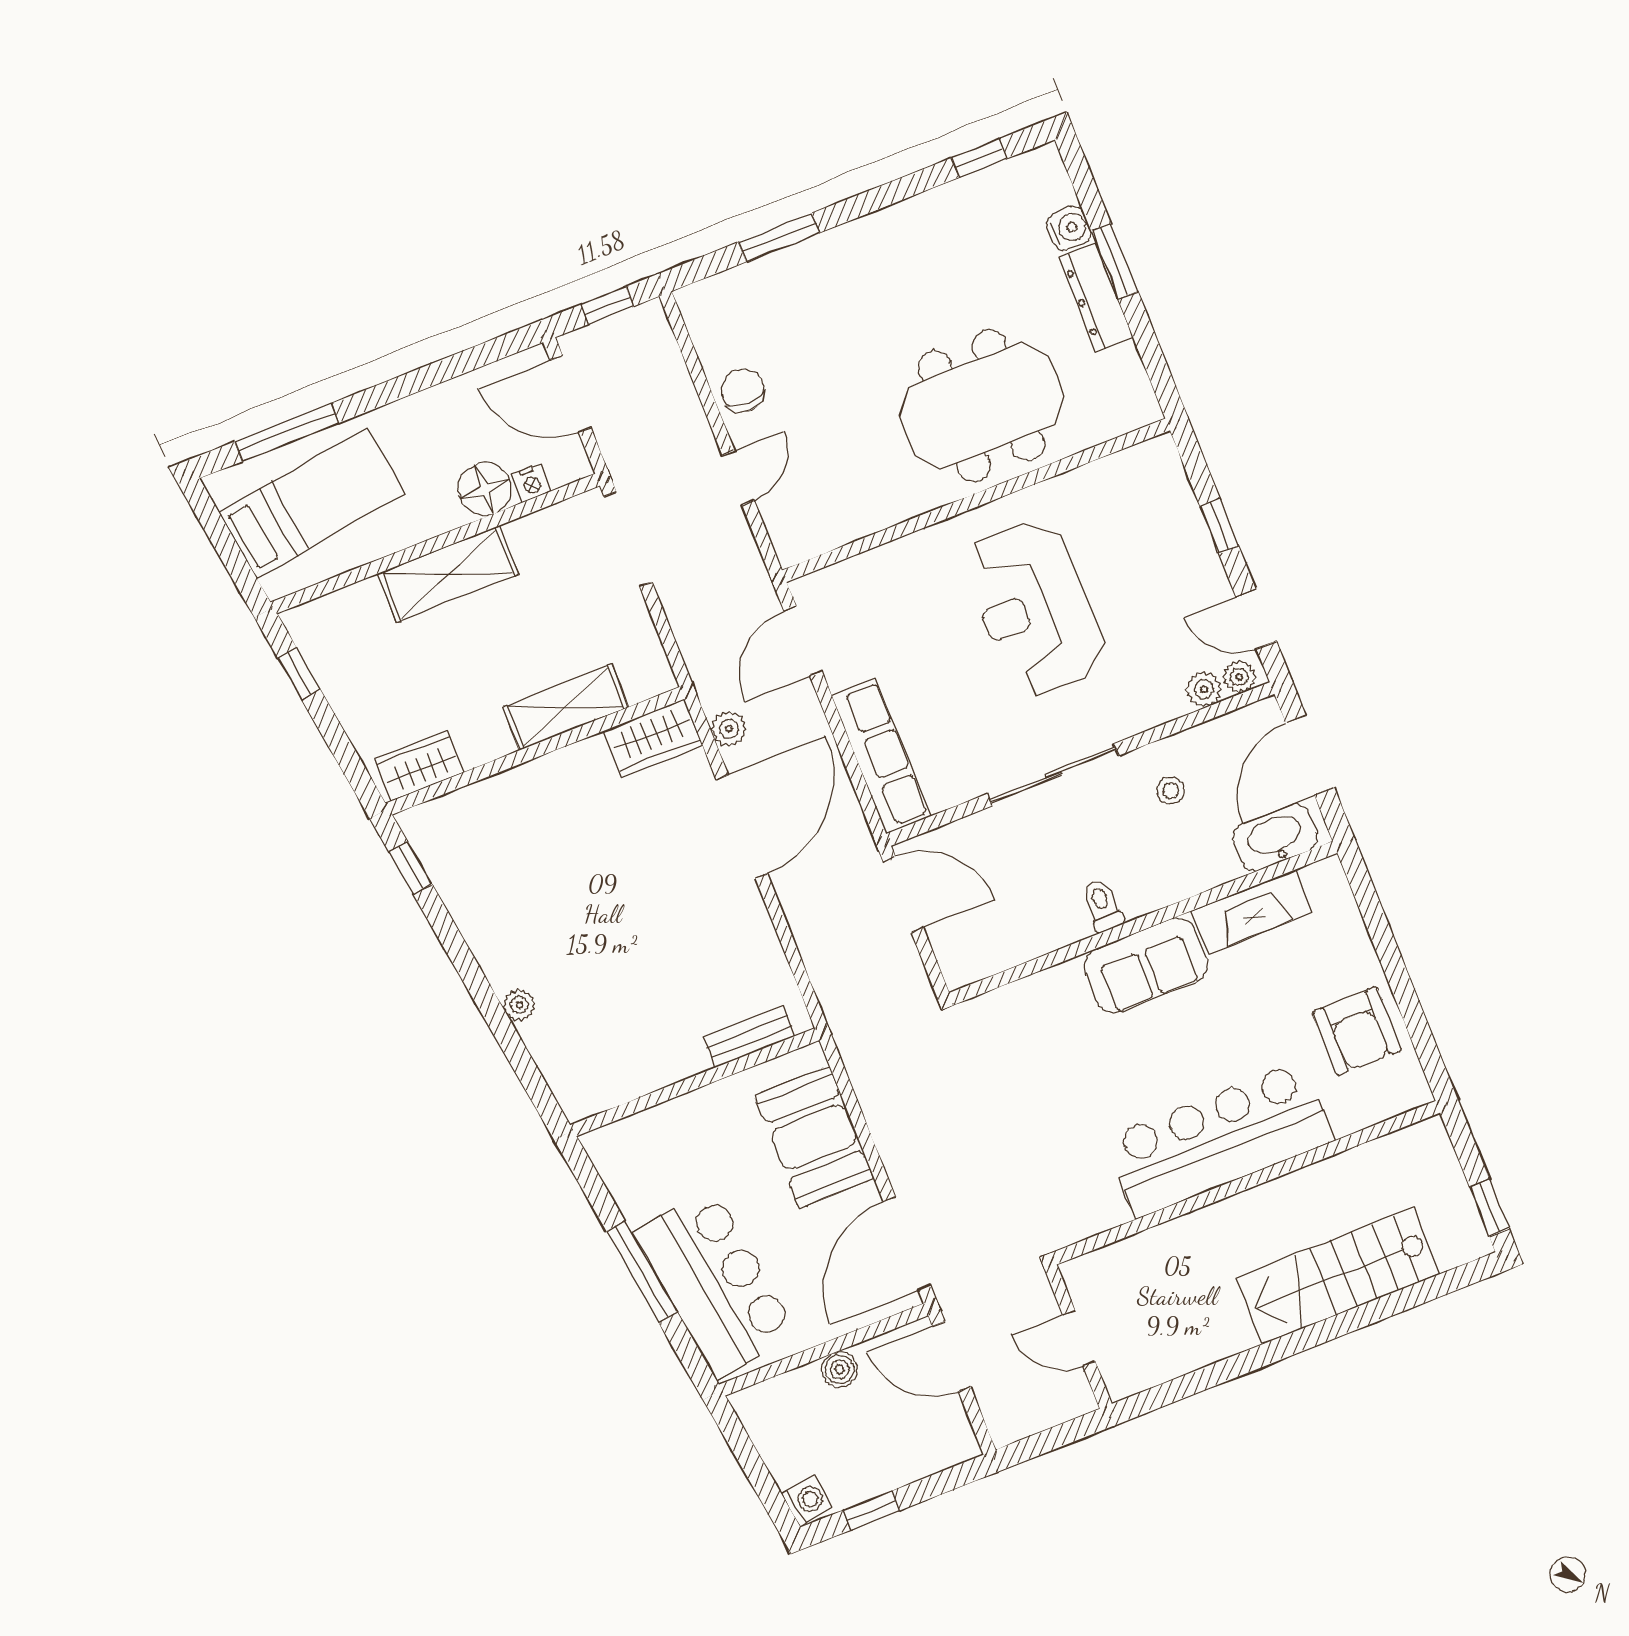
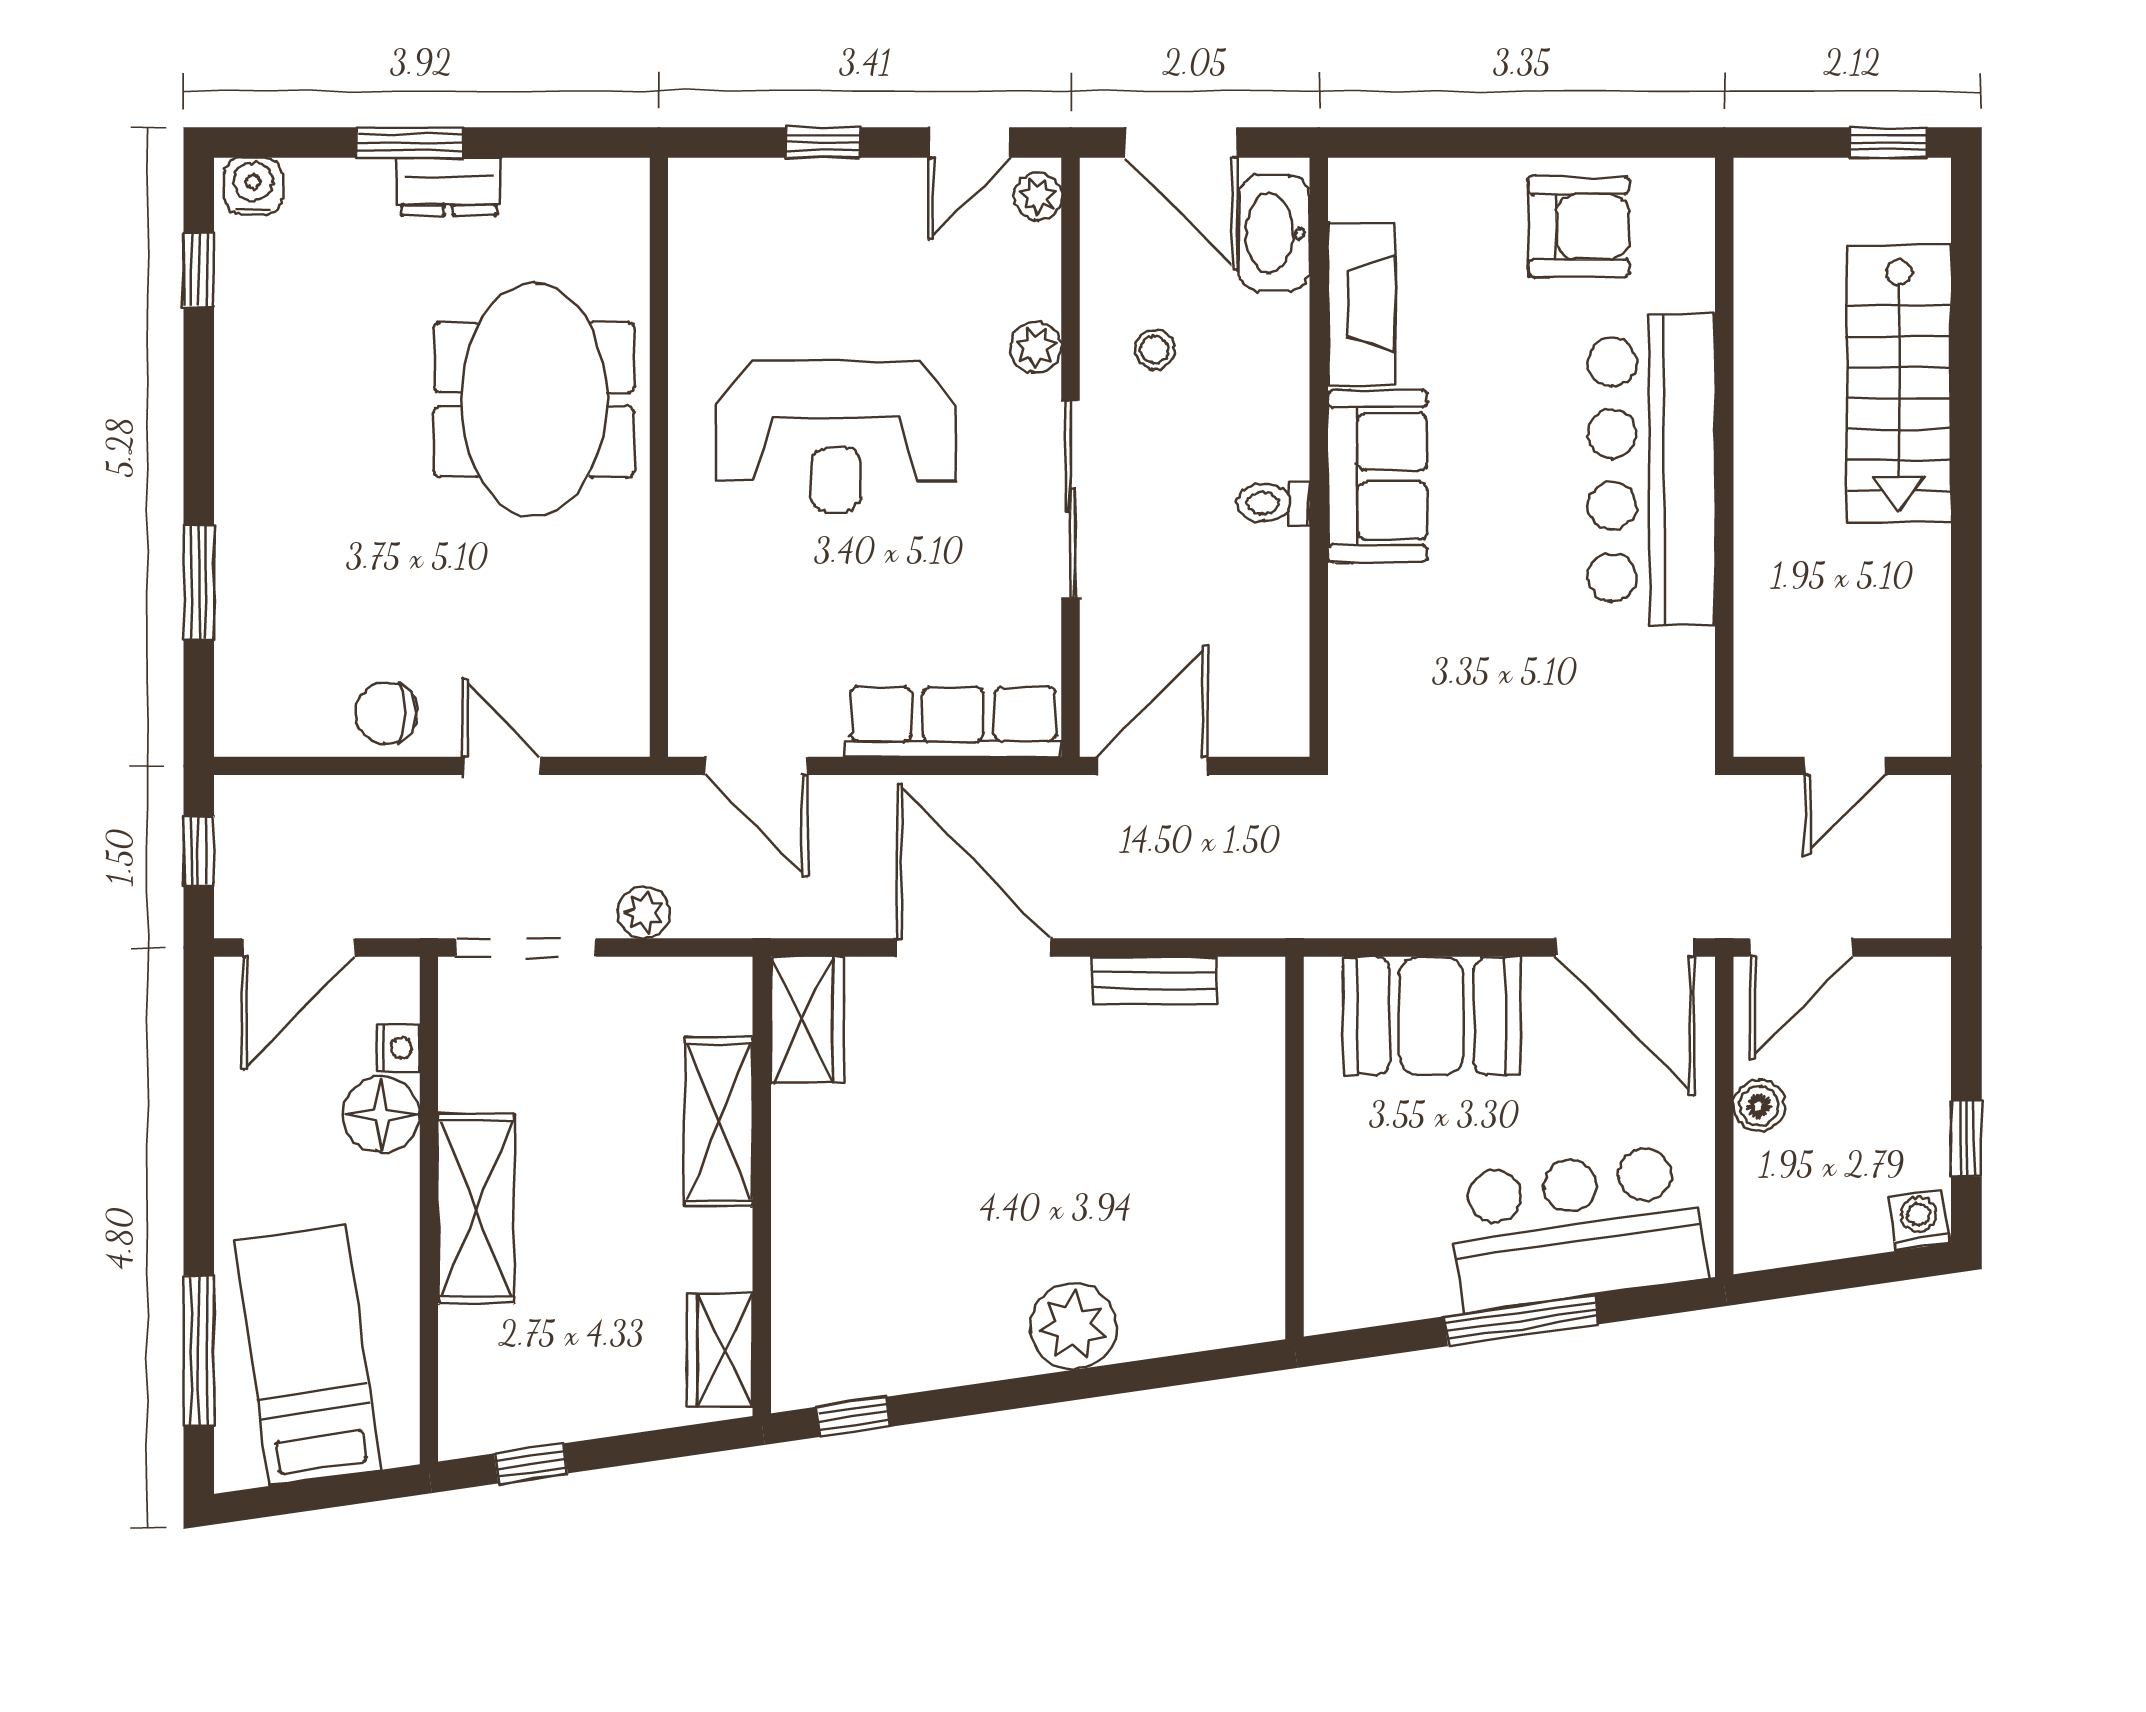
water cooler: (1069, 228) -> (253, 186), moved
dresser: (1096, 297) -> (449, 187), width x0.70
plant: (1204, 689) -> (1036, 347), moved
plant: (729, 729) -> (644, 913), moved
plant: (519, 1005) -> (1073, 1326), width x1.88, depth x1.88
bench: (749, 1037) -> (1154, 980), moved, turned 90

